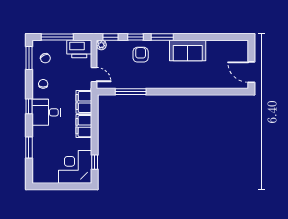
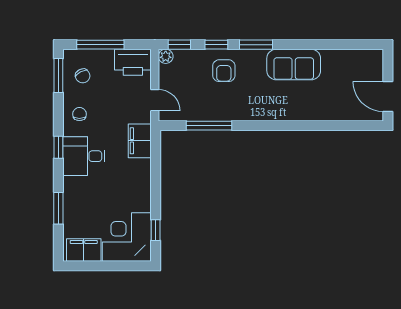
armchair: (141, 55) -> (224, 71), turned 180
filing cabinet: (84, 126) -> (84, 250), moved, turned 90

